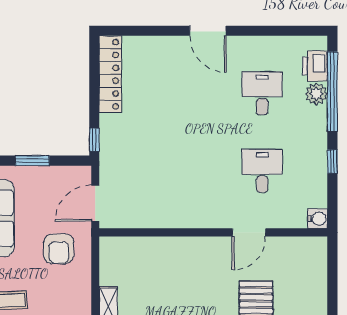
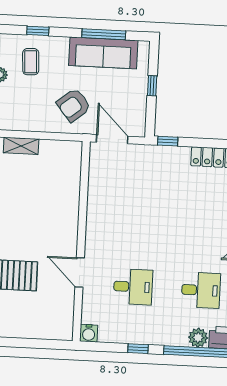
window: (32, 161) -> (152, 86), width x0.67
armchair: (59, 249) -> (74, 105), turned -39

